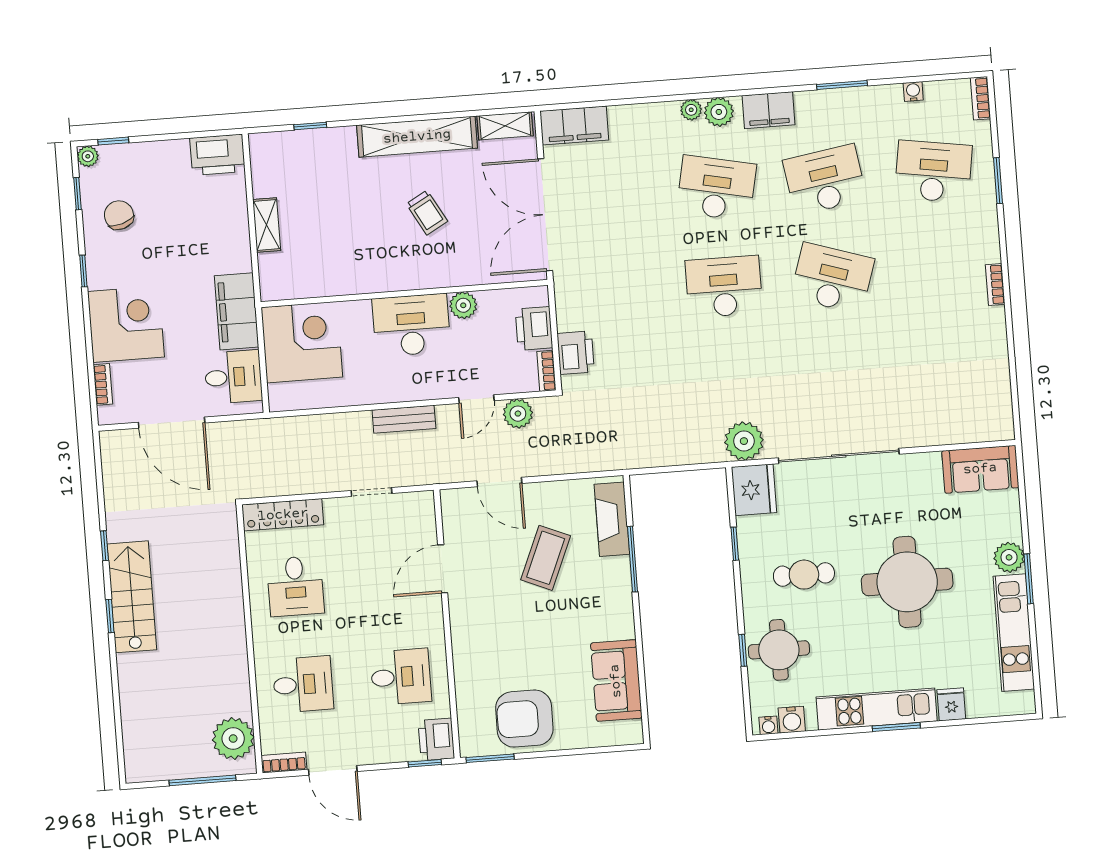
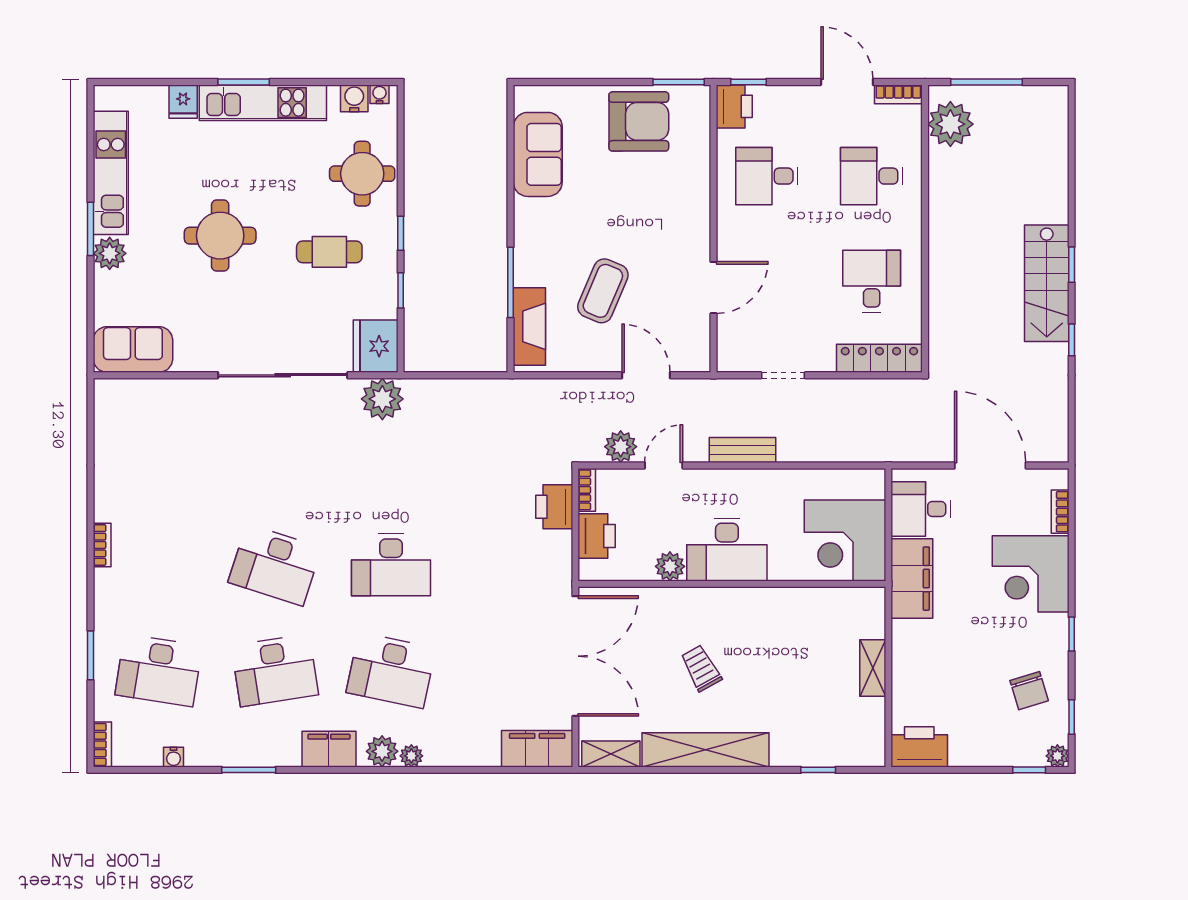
round table: (907, 582) -> (220, 236), width x0.73, depth x0.73
window: (743, 650) -> (401, 233), moved

